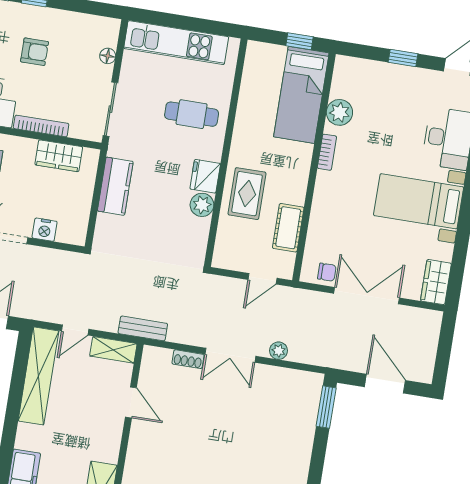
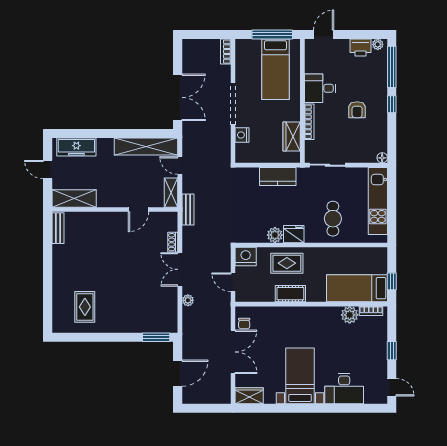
floor lamp: (108, 56) -> (382, 158), moved
bookcase: (327, 152) -> (371, 311), moved
cot: (288, 228) -> (290, 294), moved
nightstand: (227, 254) -> (246, 257), added

